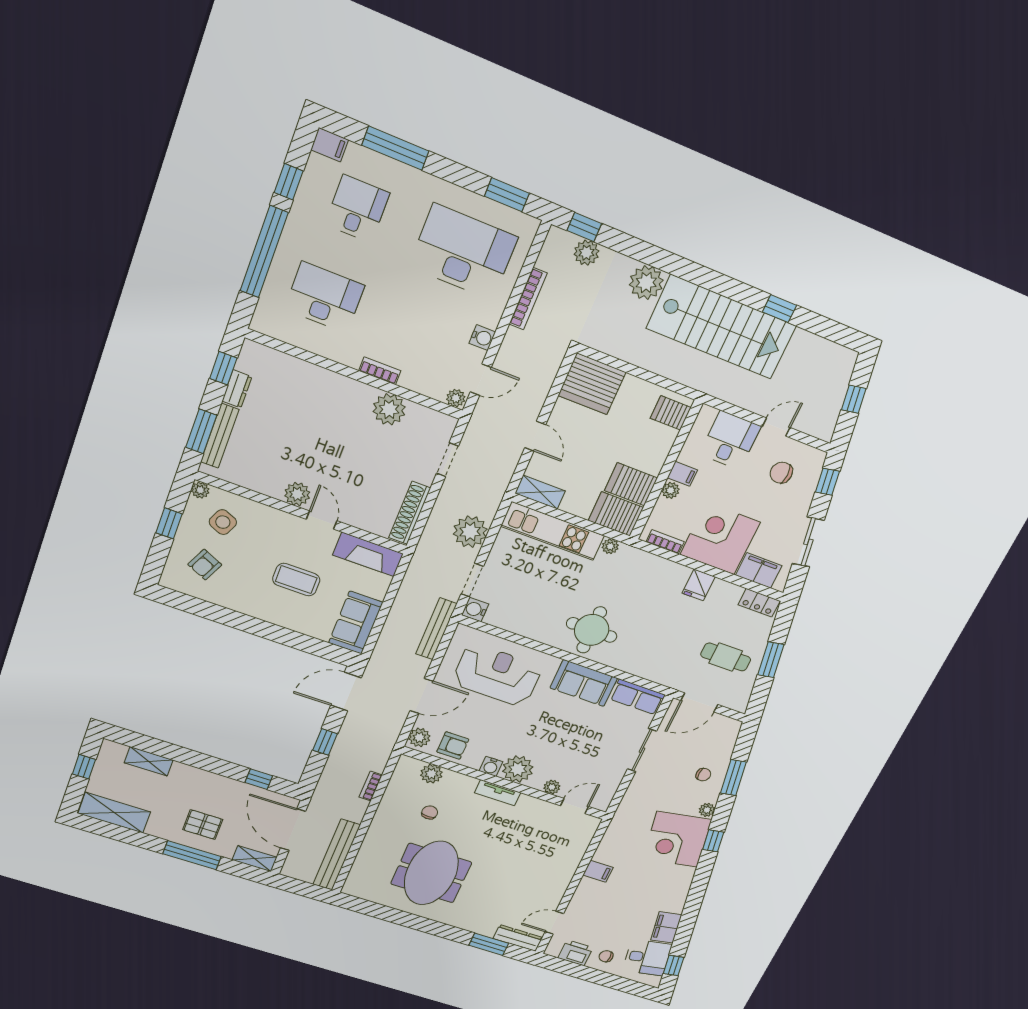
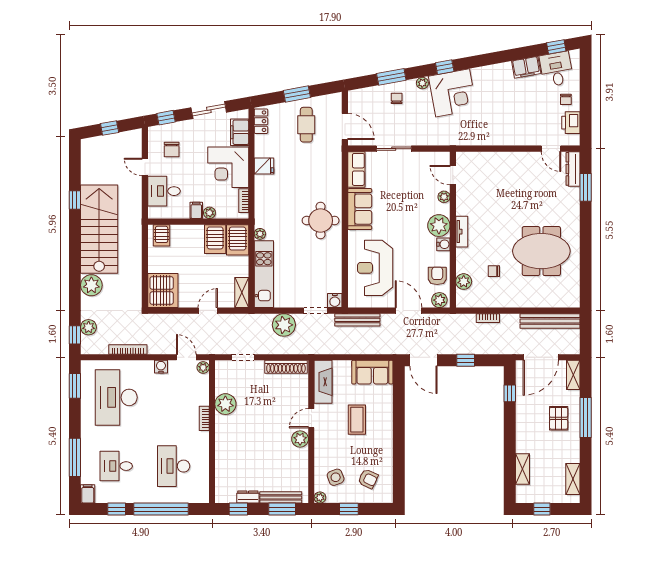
side table: (223, 522) -> (336, 477), turned 45
shelving: (114, 813) -> (573, 479), width x0.67, depth x0.75
filing cabinet: (598, 871) -> (498, 136), removed

